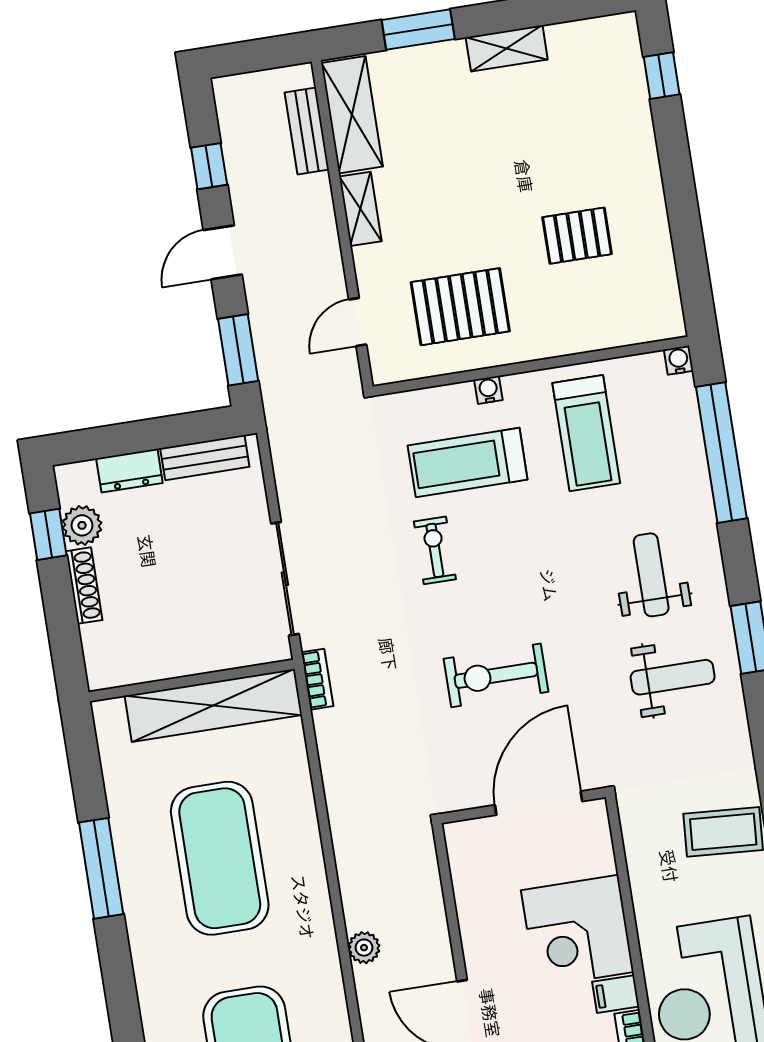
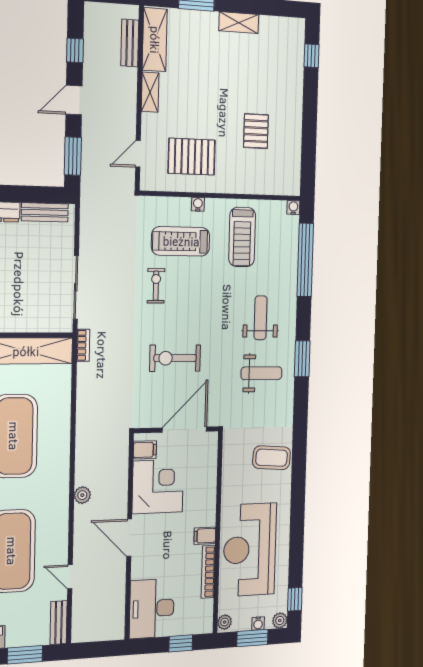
pallet: (577, 236) -> (256, 131), turned 90
filing cabinet: (468, 850) -> (145, 450), added
corner desk: (577, 931) -> (158, 487), moved, turned 180

